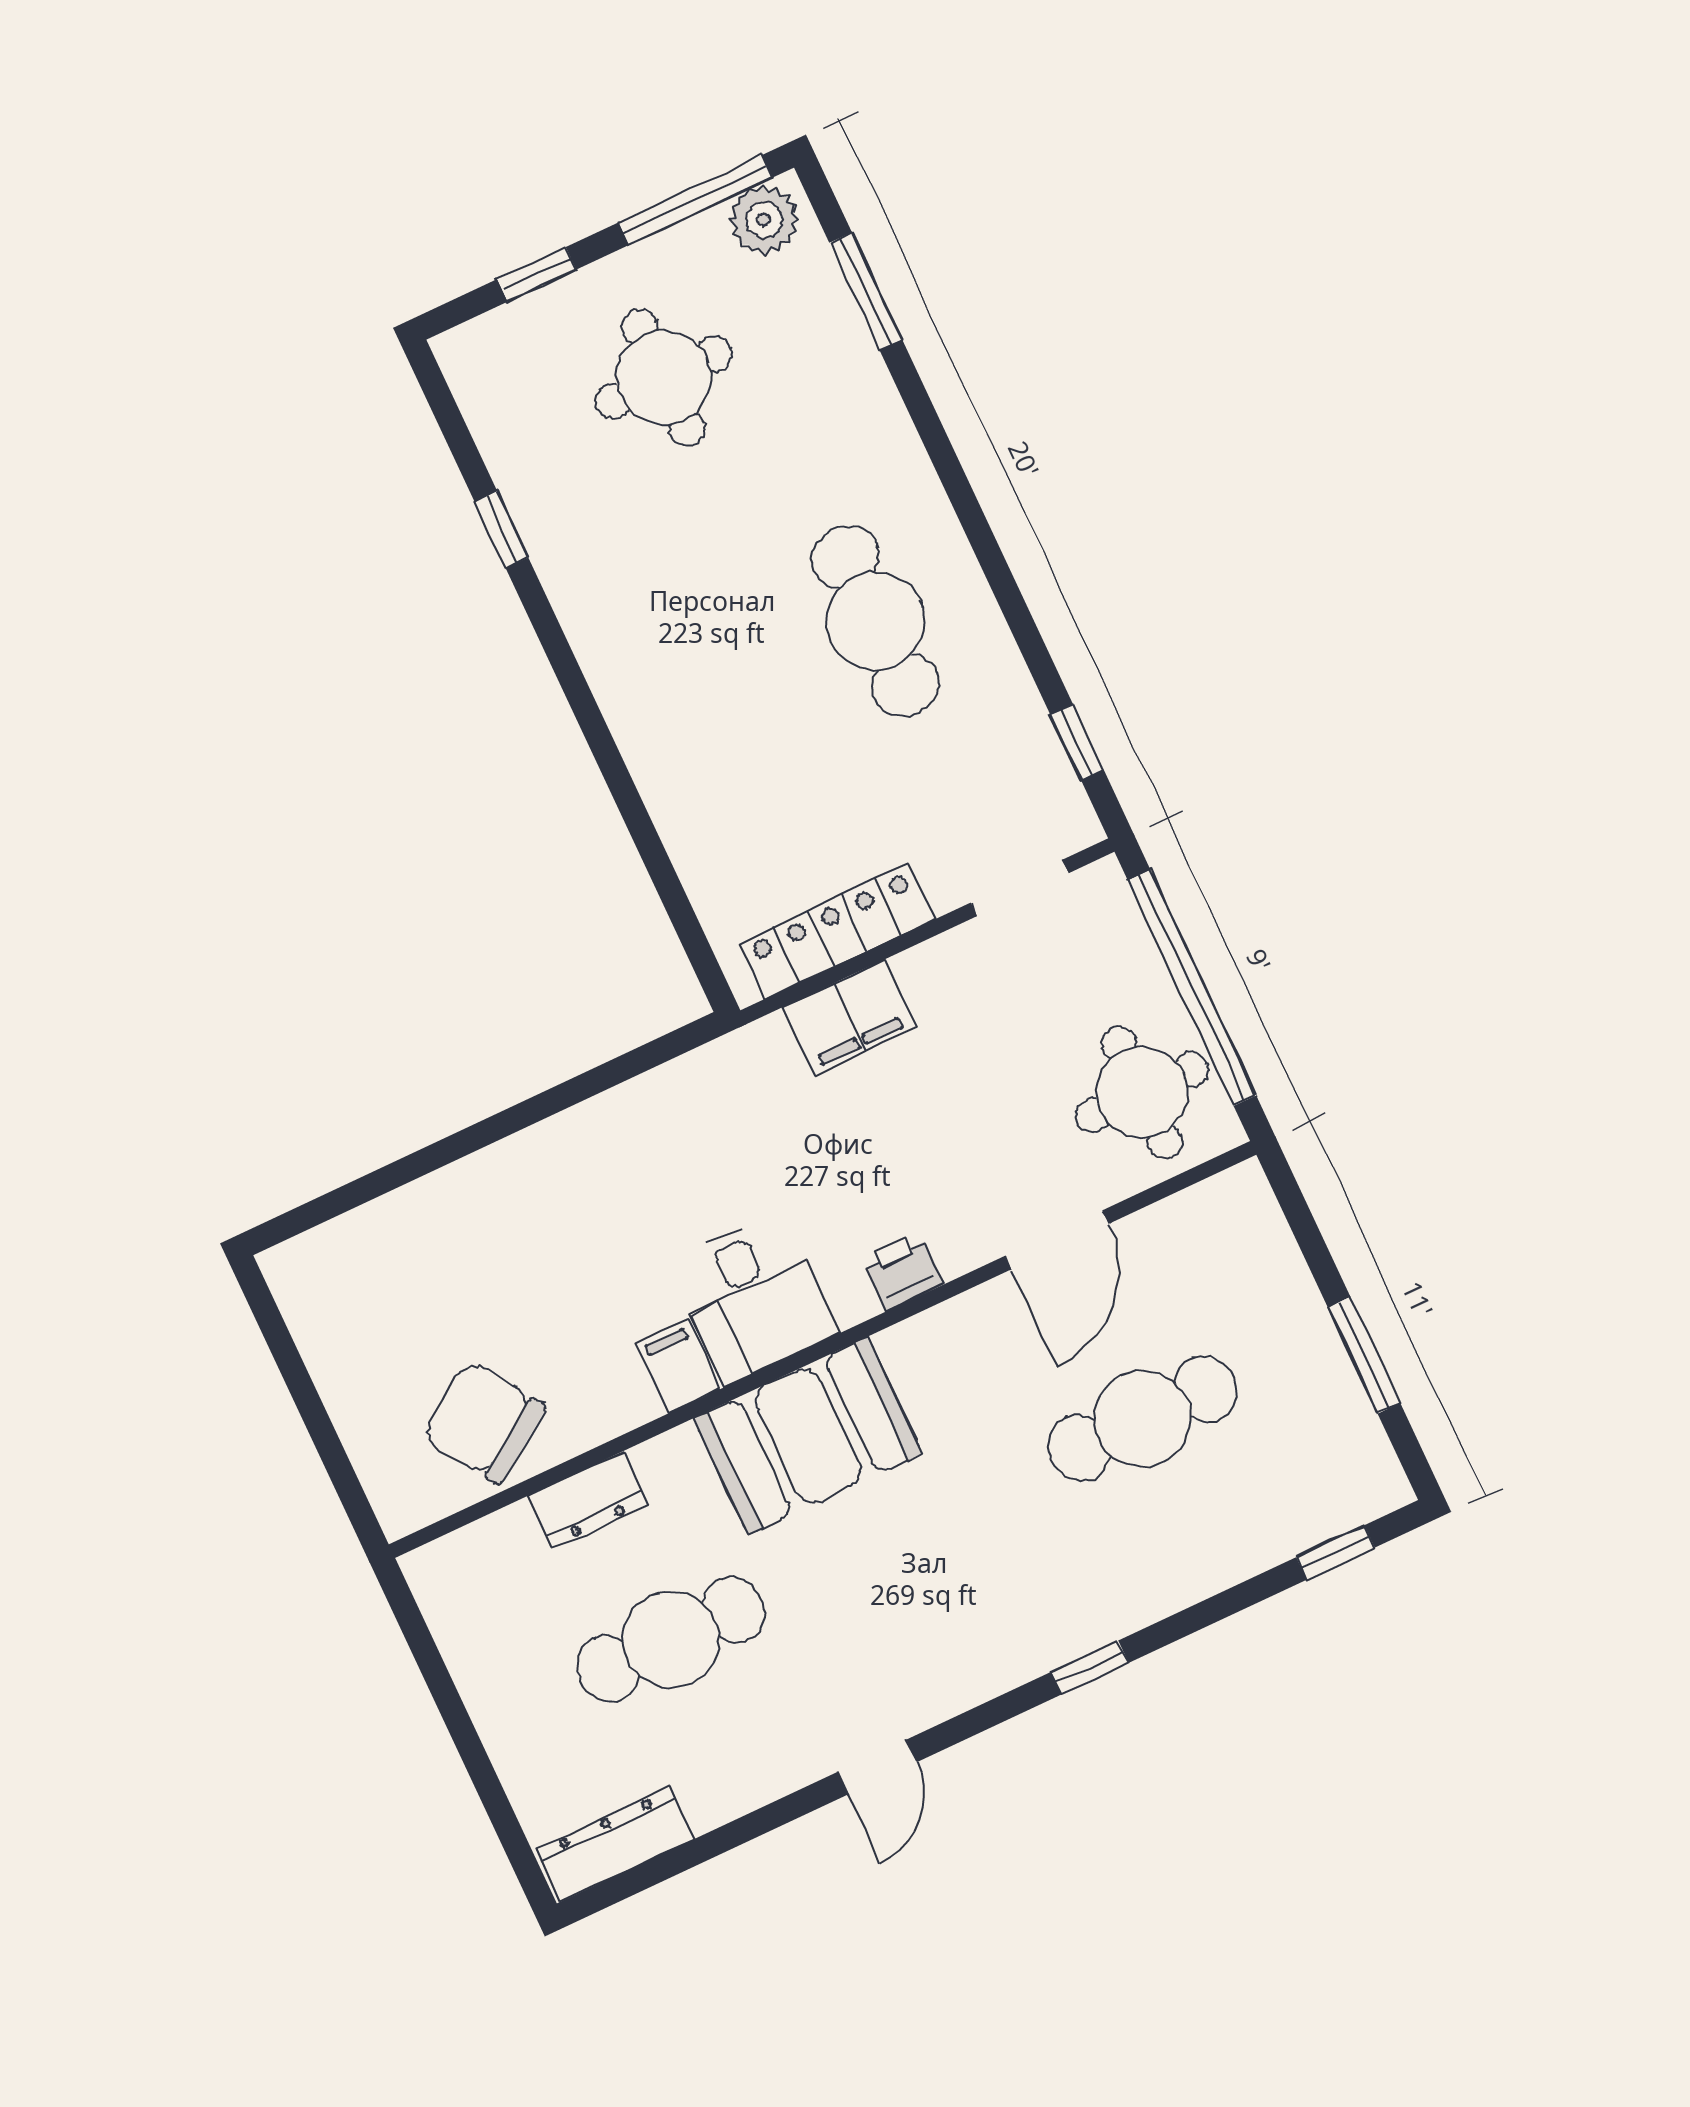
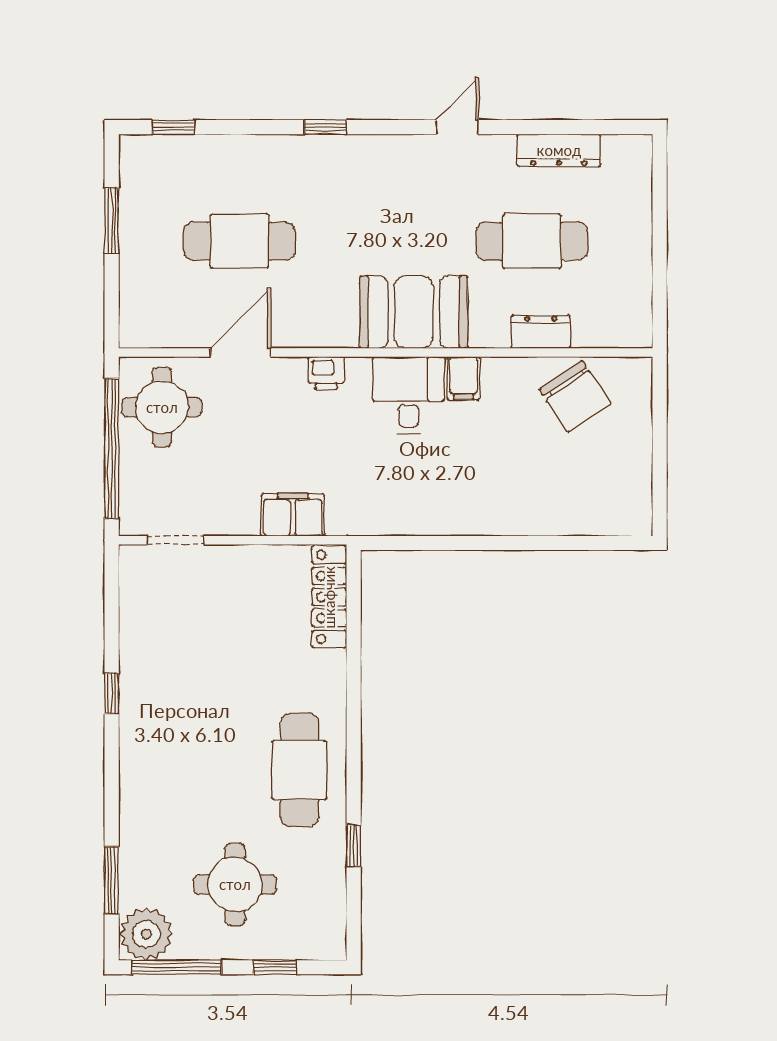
plant: (764, 220) -> (146, 934), width x1.36, depth x1.36
cafe table: (875, 621) -> (299, 770), moved
window: (1077, 742) -> (112, 694), moved
locker: (837, 931) -> (329, 597), moved, turned 90
dresser: (615, 1844) -> (559, 150), moved

